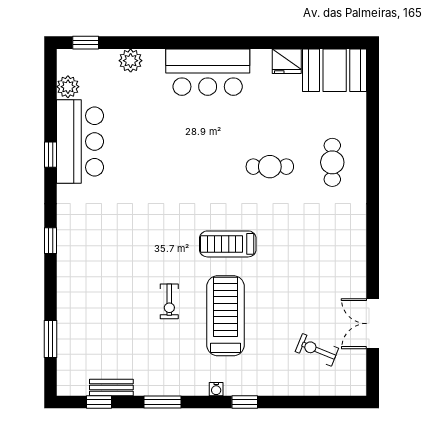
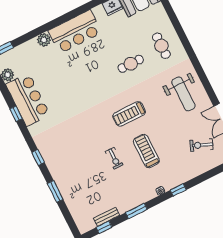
plant: (131, 61) -> (44, 40), moved
weight bench: (329, 255) -> (183, 94), added
treadmill: (225, 316) -> (146, 151), width x0.73, depth x0.73
window: (51, 339) -> (55, 191), moved

